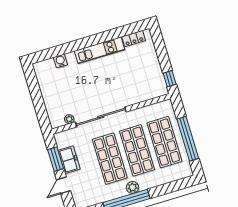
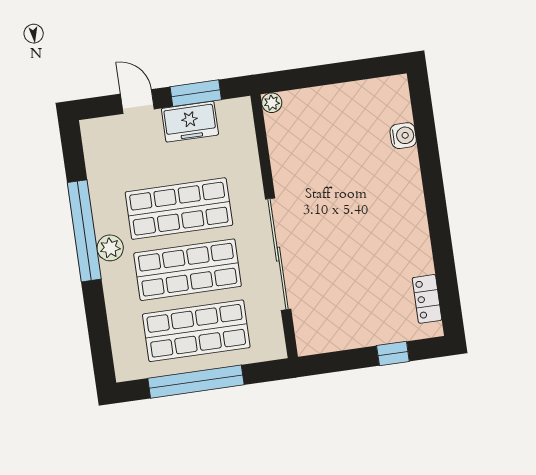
kitchen unit: (100, 50) -> (413, 222), removed
window: (170, 79) -> (393, 354), moved
sliding door: (101, 117) -> (278, 254), moved
plant: (69, 119) -> (272, 103), moved

